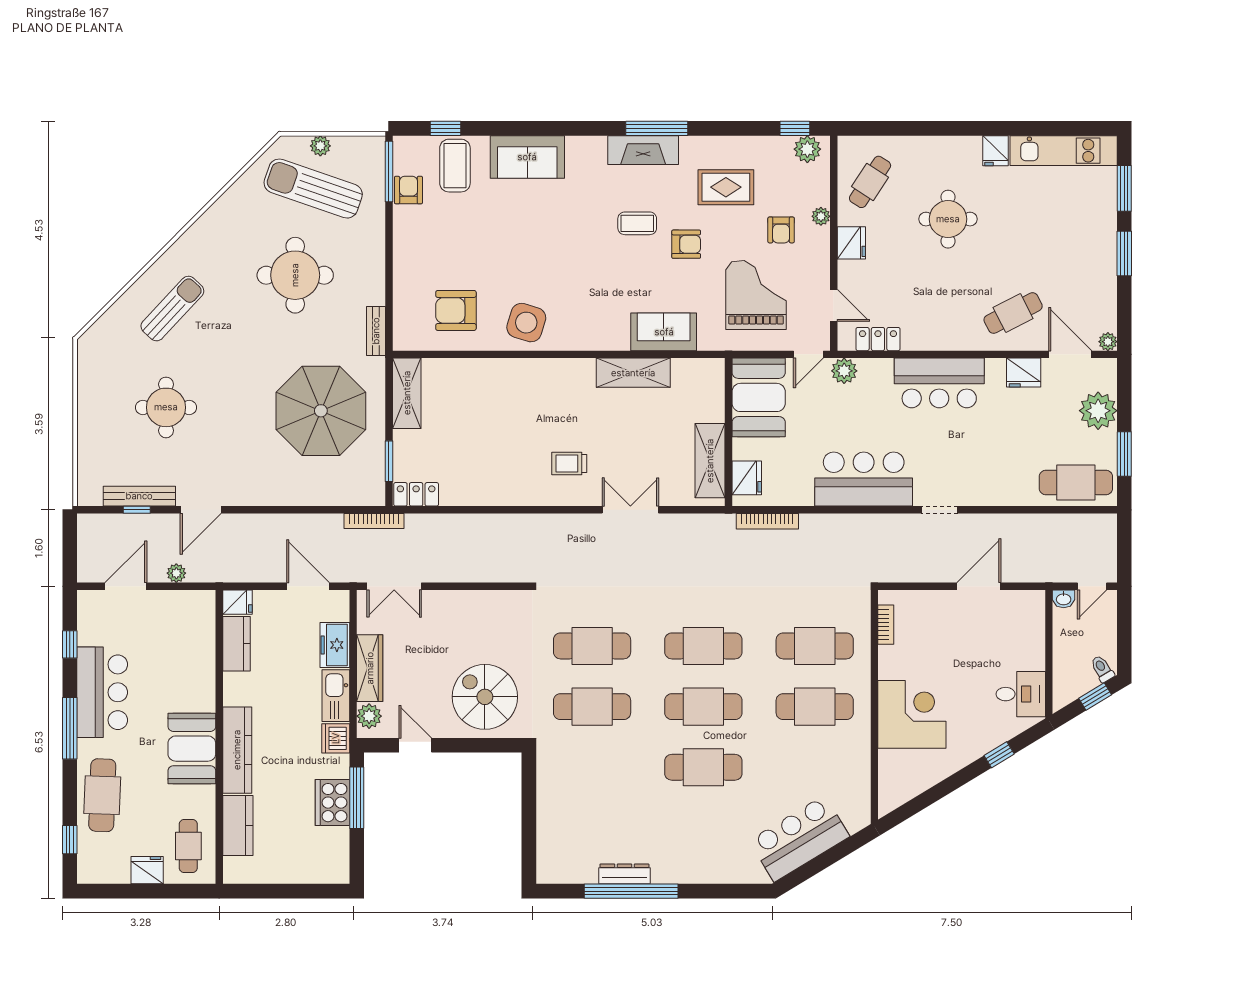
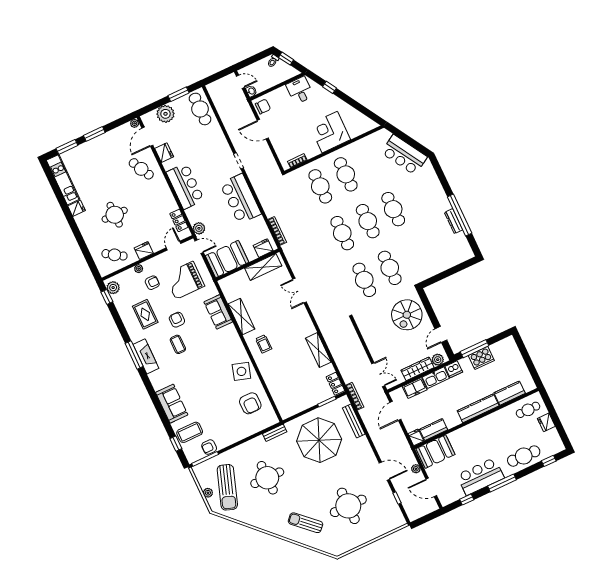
shelving: (407, 393) -> (318, 350), moved, turned 90
round table: (166, 407) -> (348, 506), width x1.36, depth x1.36
trolley: (569, 464) -> (264, 344), moved
bench: (139, 496) -> (354, 421), moved
chair: (1023, 607) -> (263, 107), added
booth: (192, 749) -> (435, 452), moved

